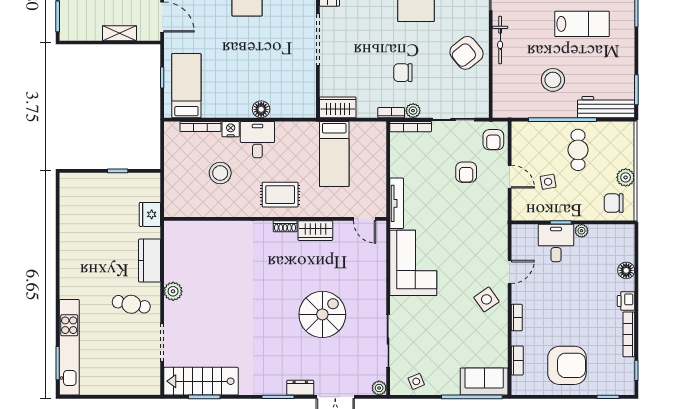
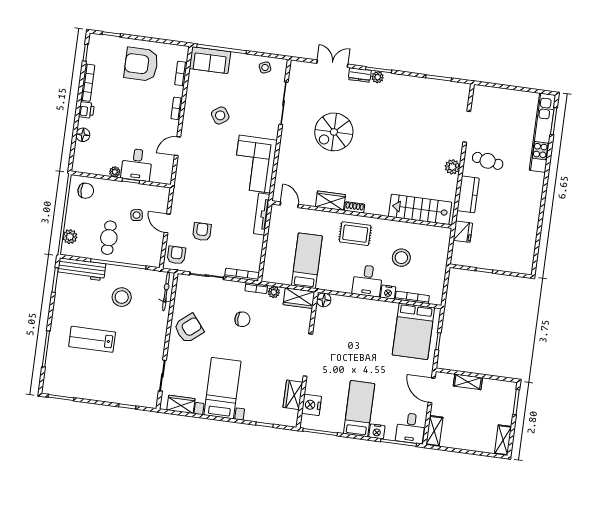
bicycle: (500, 40) -> (166, 291), moved
bed: (186, 86) -> (413, 331), width x1.50
floor lamp: (261, 109) -> (324, 300), moved
plant: (413, 111) -> (274, 292), moved
plant: (626, 177) -> (70, 237), moved
side table: (486, 299) -> (220, 115), moved
stairs: (201, 381) -> (420, 209), moved, turned 180
plant: (379, 388) -> (378, 77), moved

